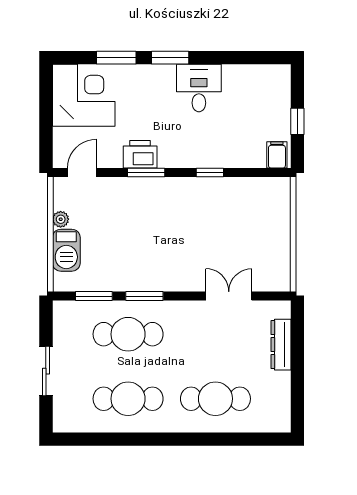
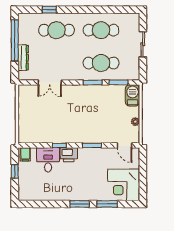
desk: (199, 88) -> (48, 160), moved, turned 180
printer: (140, 154) -> (69, 155), moved
door: (82, 172) -> (124, 145), hinge flipped
barbecue: (66, 250) -> (133, 95), moved
window: (297, 379) -> (15, 40), added
window: (230, 439) -> (49, 10), added

